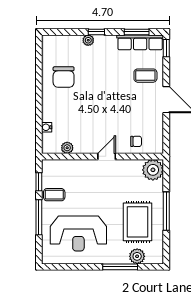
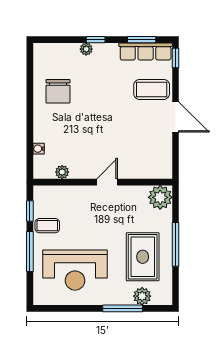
coffee table: (145, 76) -> (152, 89), width x1.36, depth x1.30
chair: (136, 141) -> (141, 165), removed

